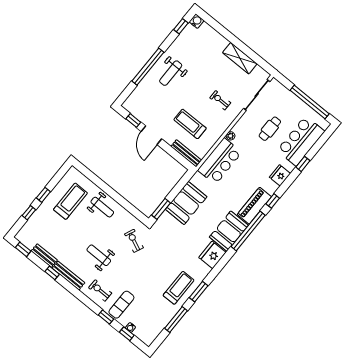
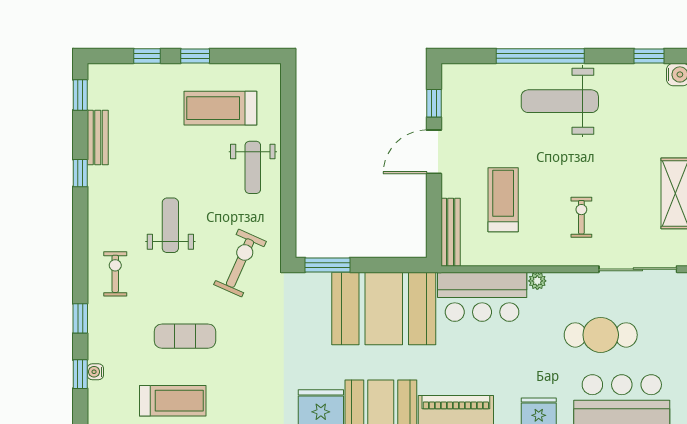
weight bench: (171, 73) -> (560, 101), width x1.36, depth x1.33
cafe table: (270, 129) -> (601, 335), width x1.37, depth x1.35
treadmill: (70, 201) -> (220, 108), turned 180
booth: (186, 203) -> (384, 308), width x1.36, depth x1.42
exercise bike: (134, 241) -> (240, 263), width x1.38, depth x1.39
bench: (68, 276) -> (97, 203), removed
treadmill: (179, 288) -> (173, 401), moved
exercise mat: (121, 305) -> (185, 336), moved

